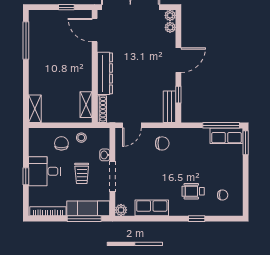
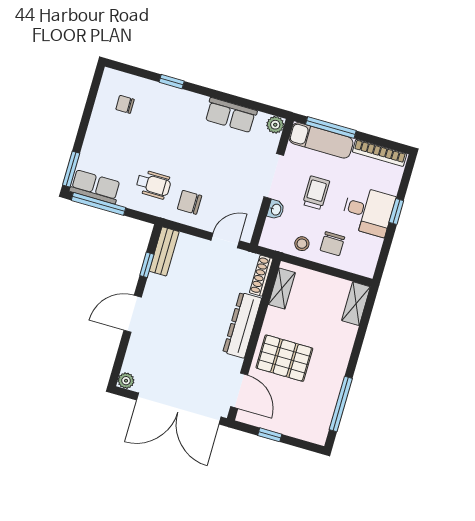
plant: (170, 27) -> (131, 364), removed
pallet: (71, 60) -> (284, 358), added
wheelchair: (193, 191) -> (153, 185), moved

